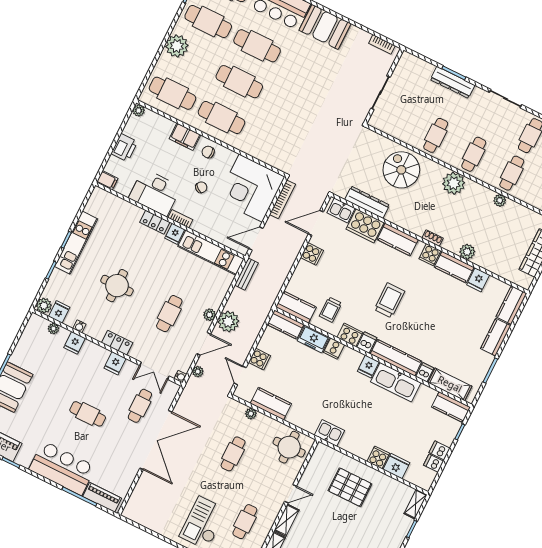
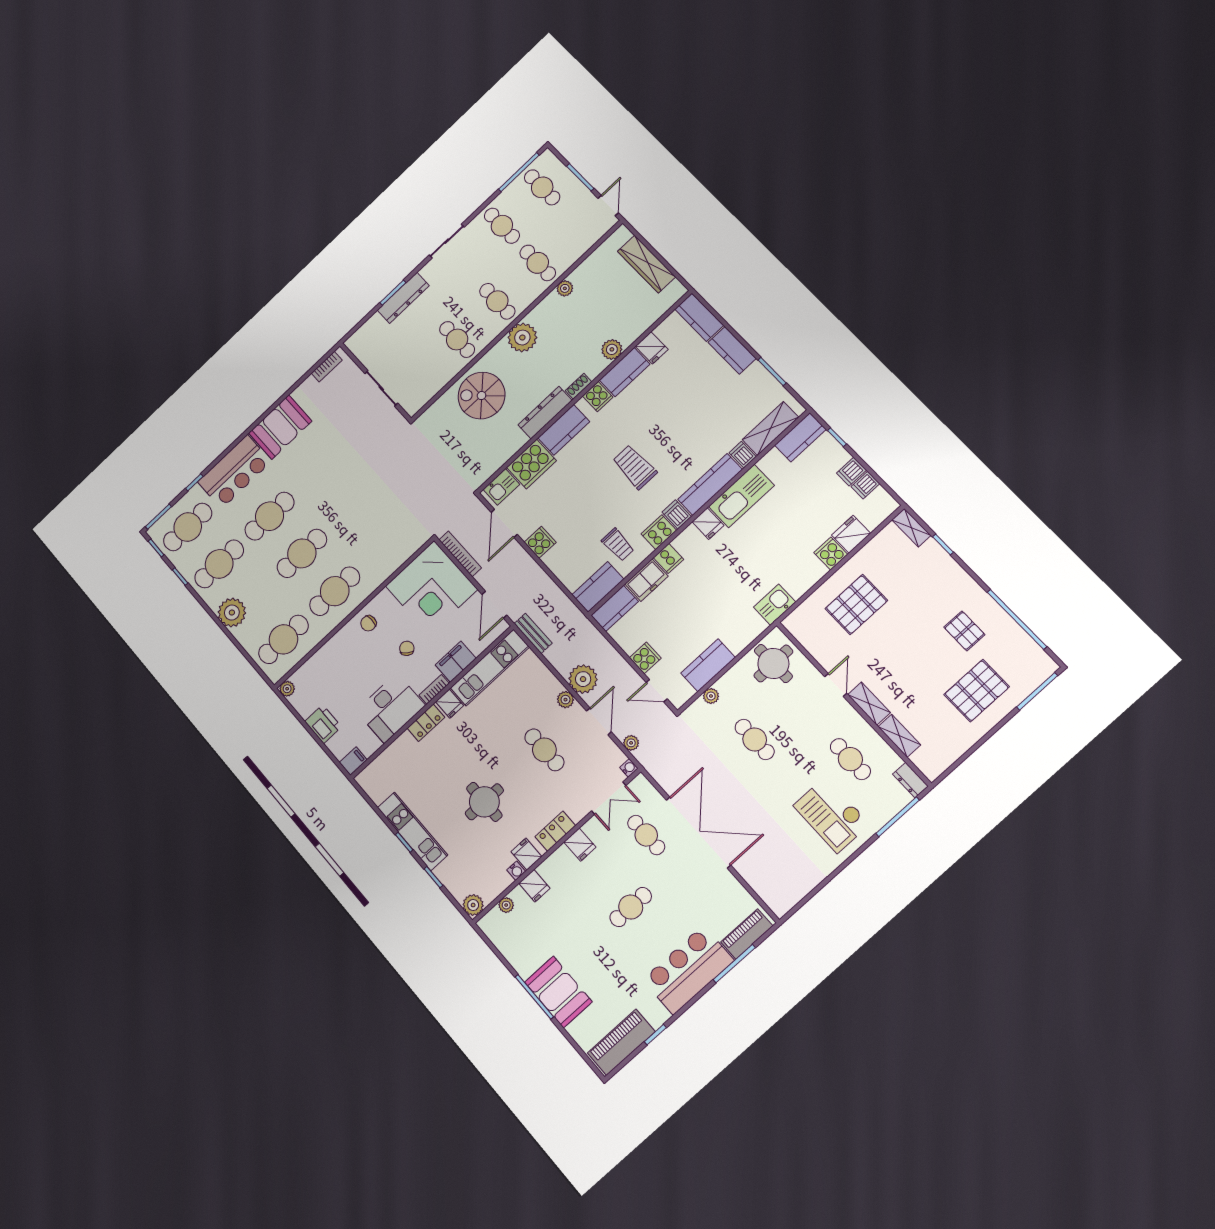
filing cabinet: (185, 137) -> (456, 662), moved, turned 180
dresser: (367, 202) -> (545, 413), moved
fridge: (59, 312) -> (526, 854), moved

